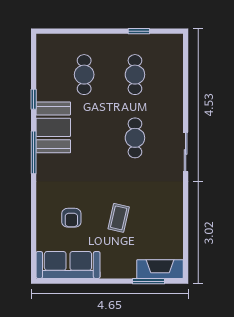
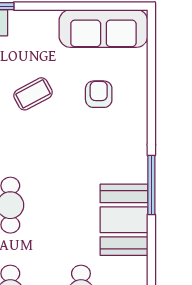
window: (34, 99) -> (151, 259), removed
coffee table: (119, 218) -> (33, 94), turned 49

